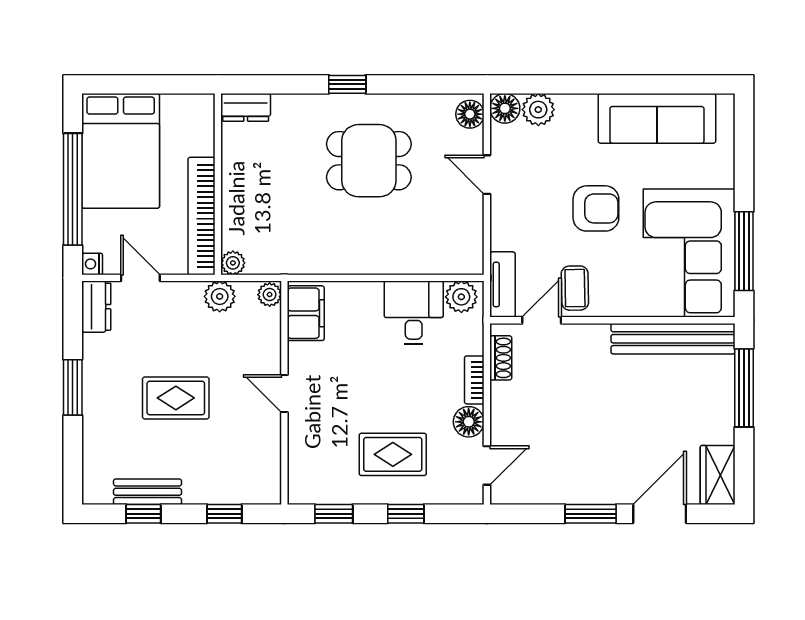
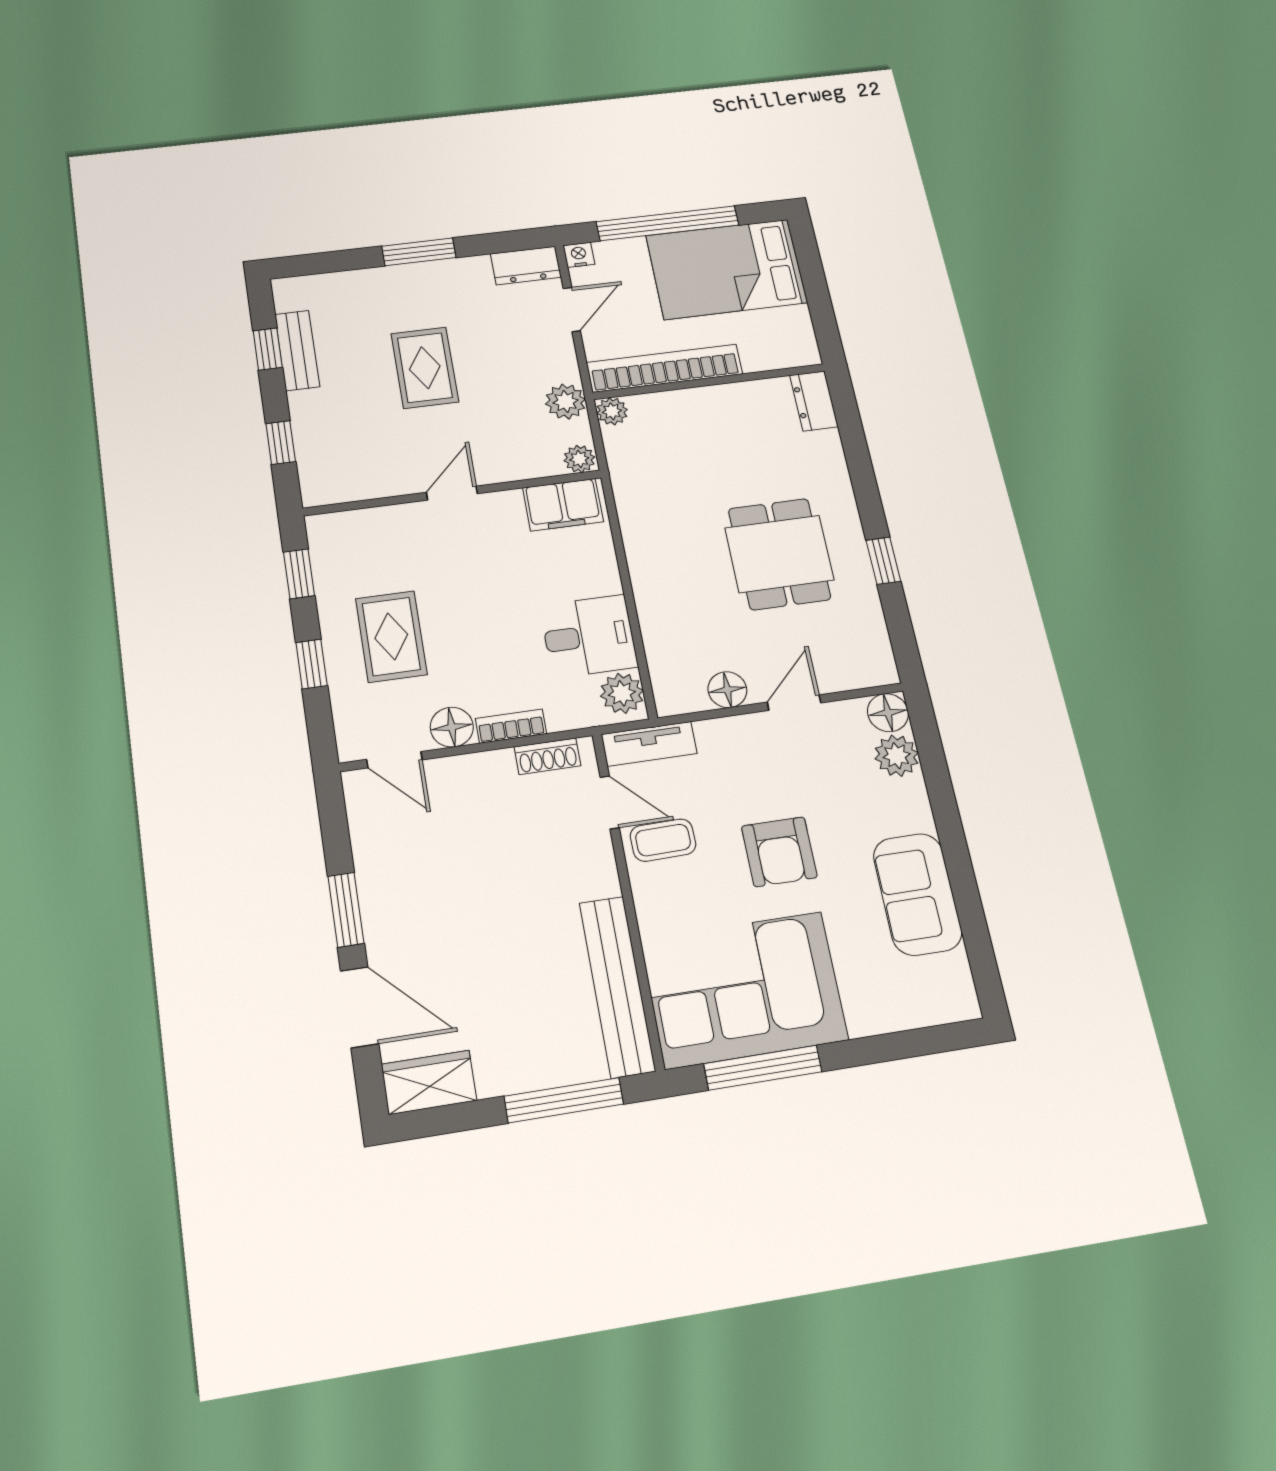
window: (347, 84) -> (883, 561), moved
floor lamp: (470, 114) -> (727, 690), moved
sofa: (657, 118) -> (917, 894), width x0.73

